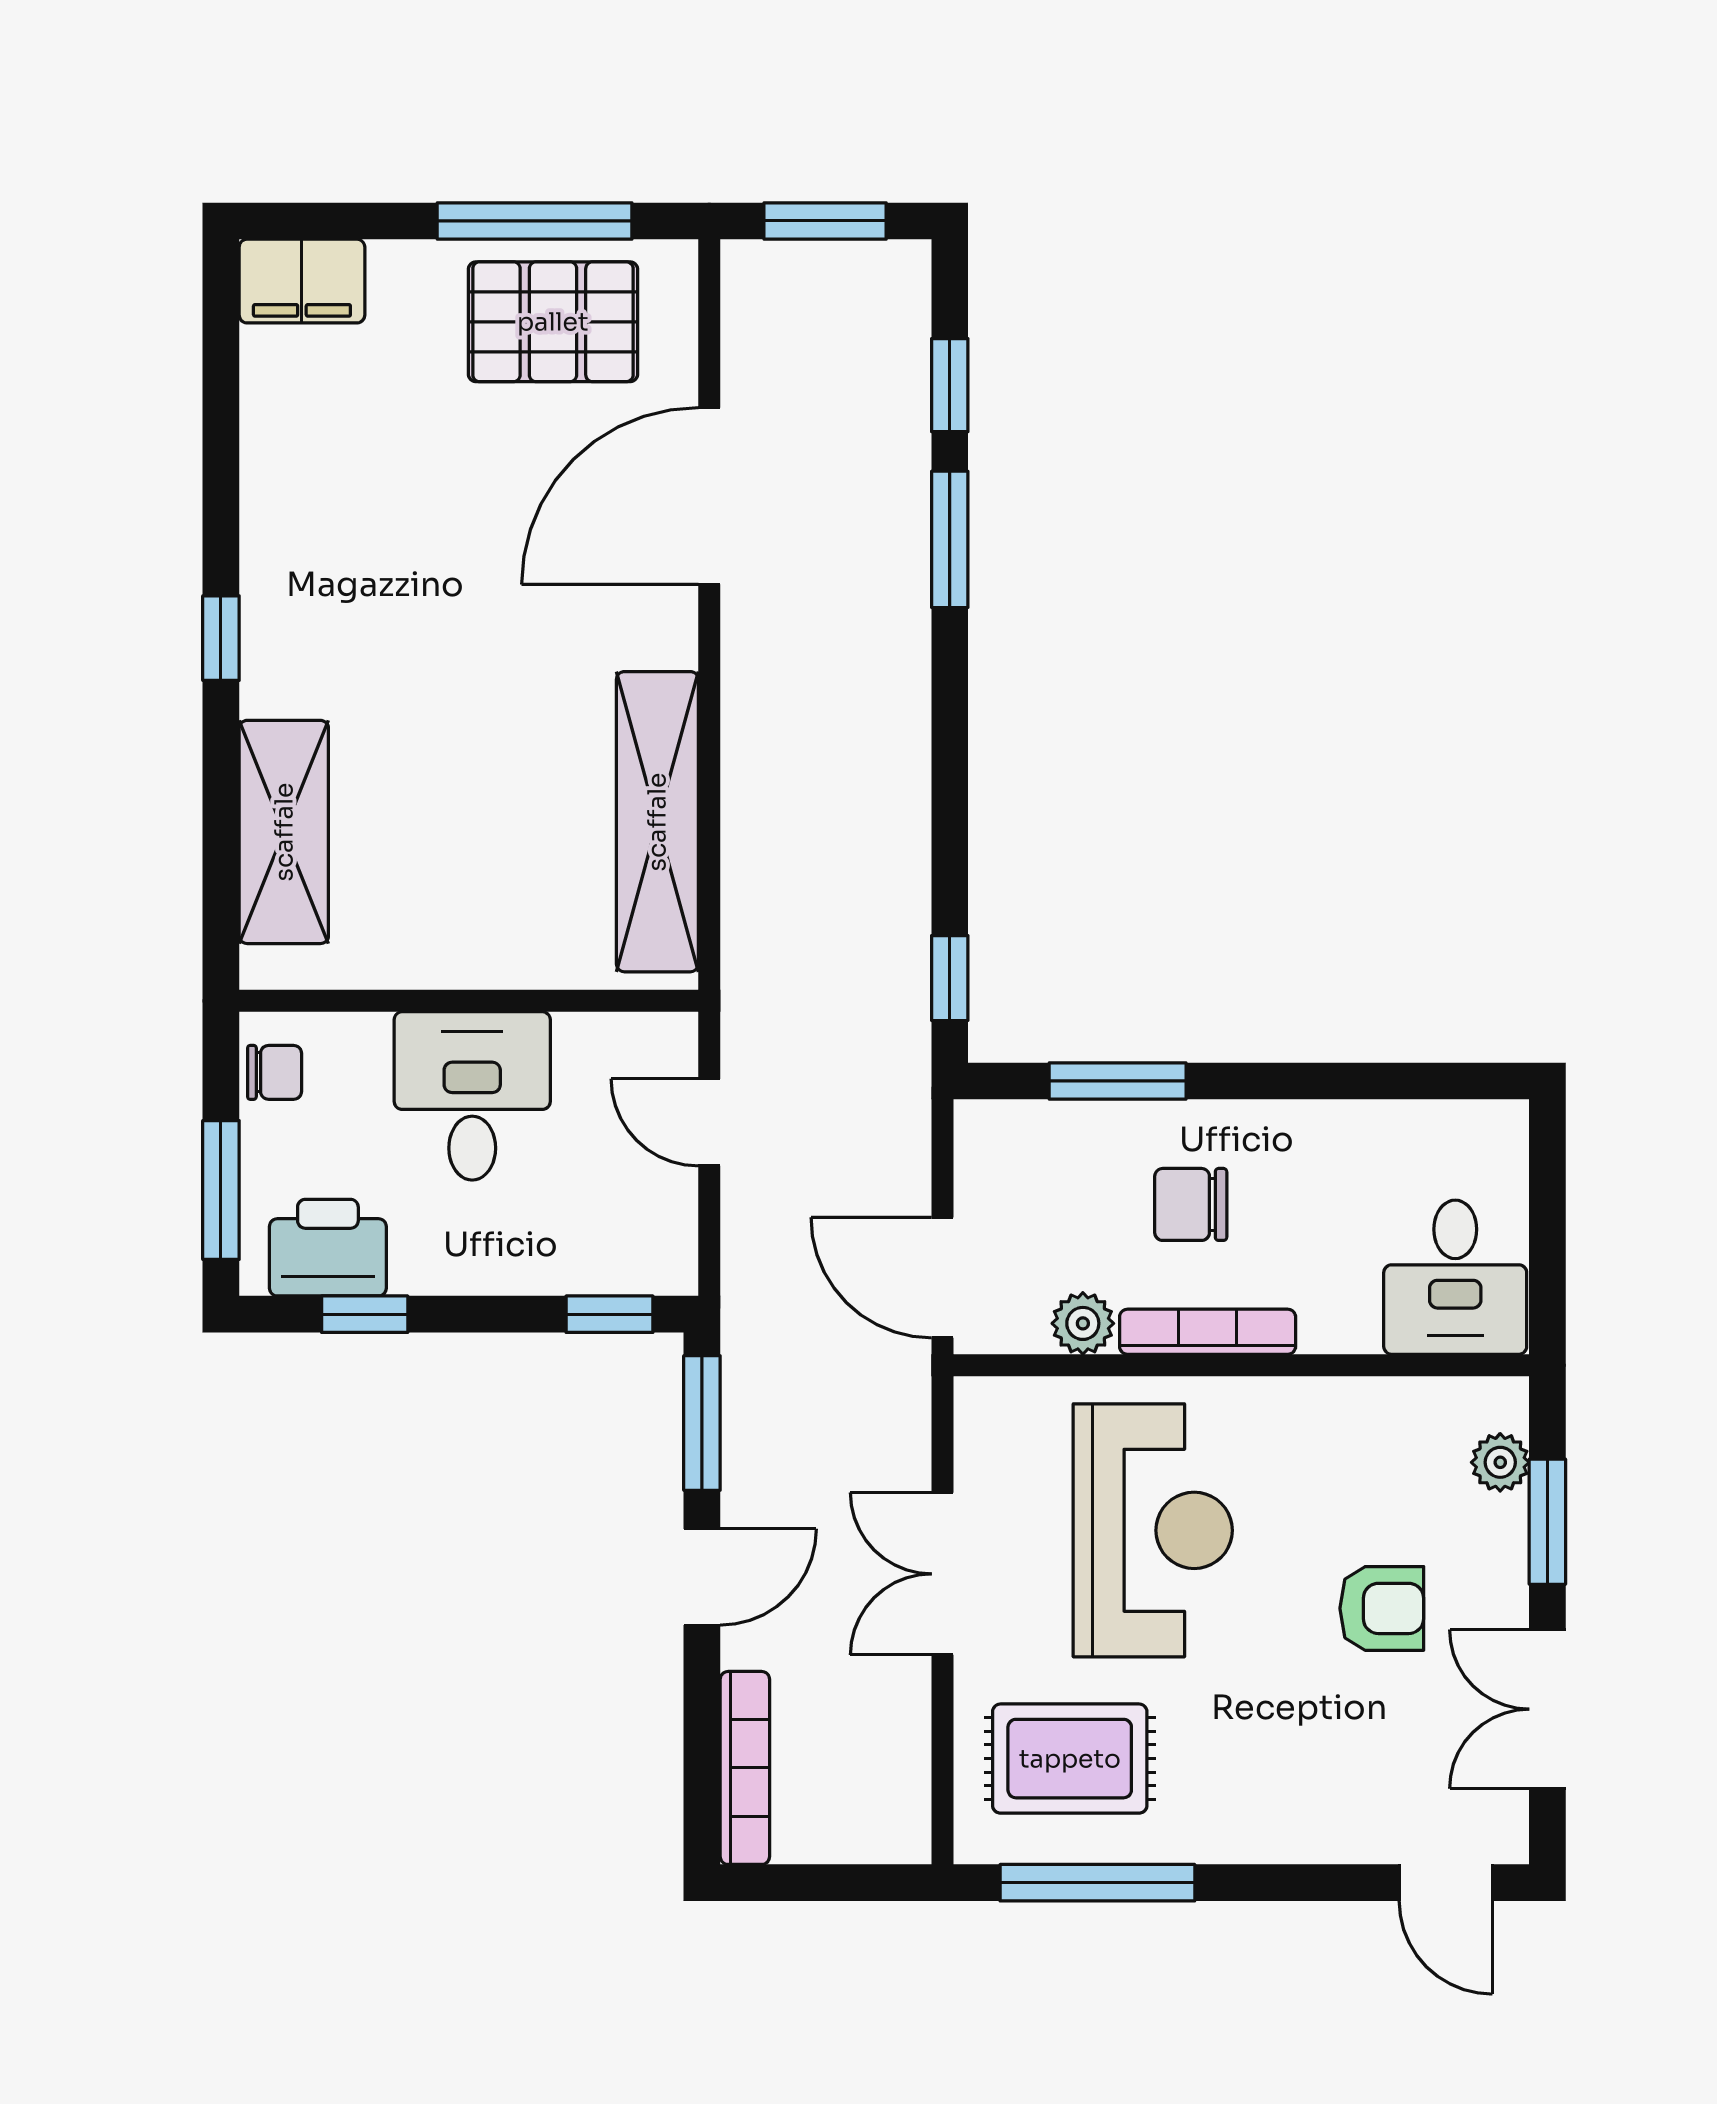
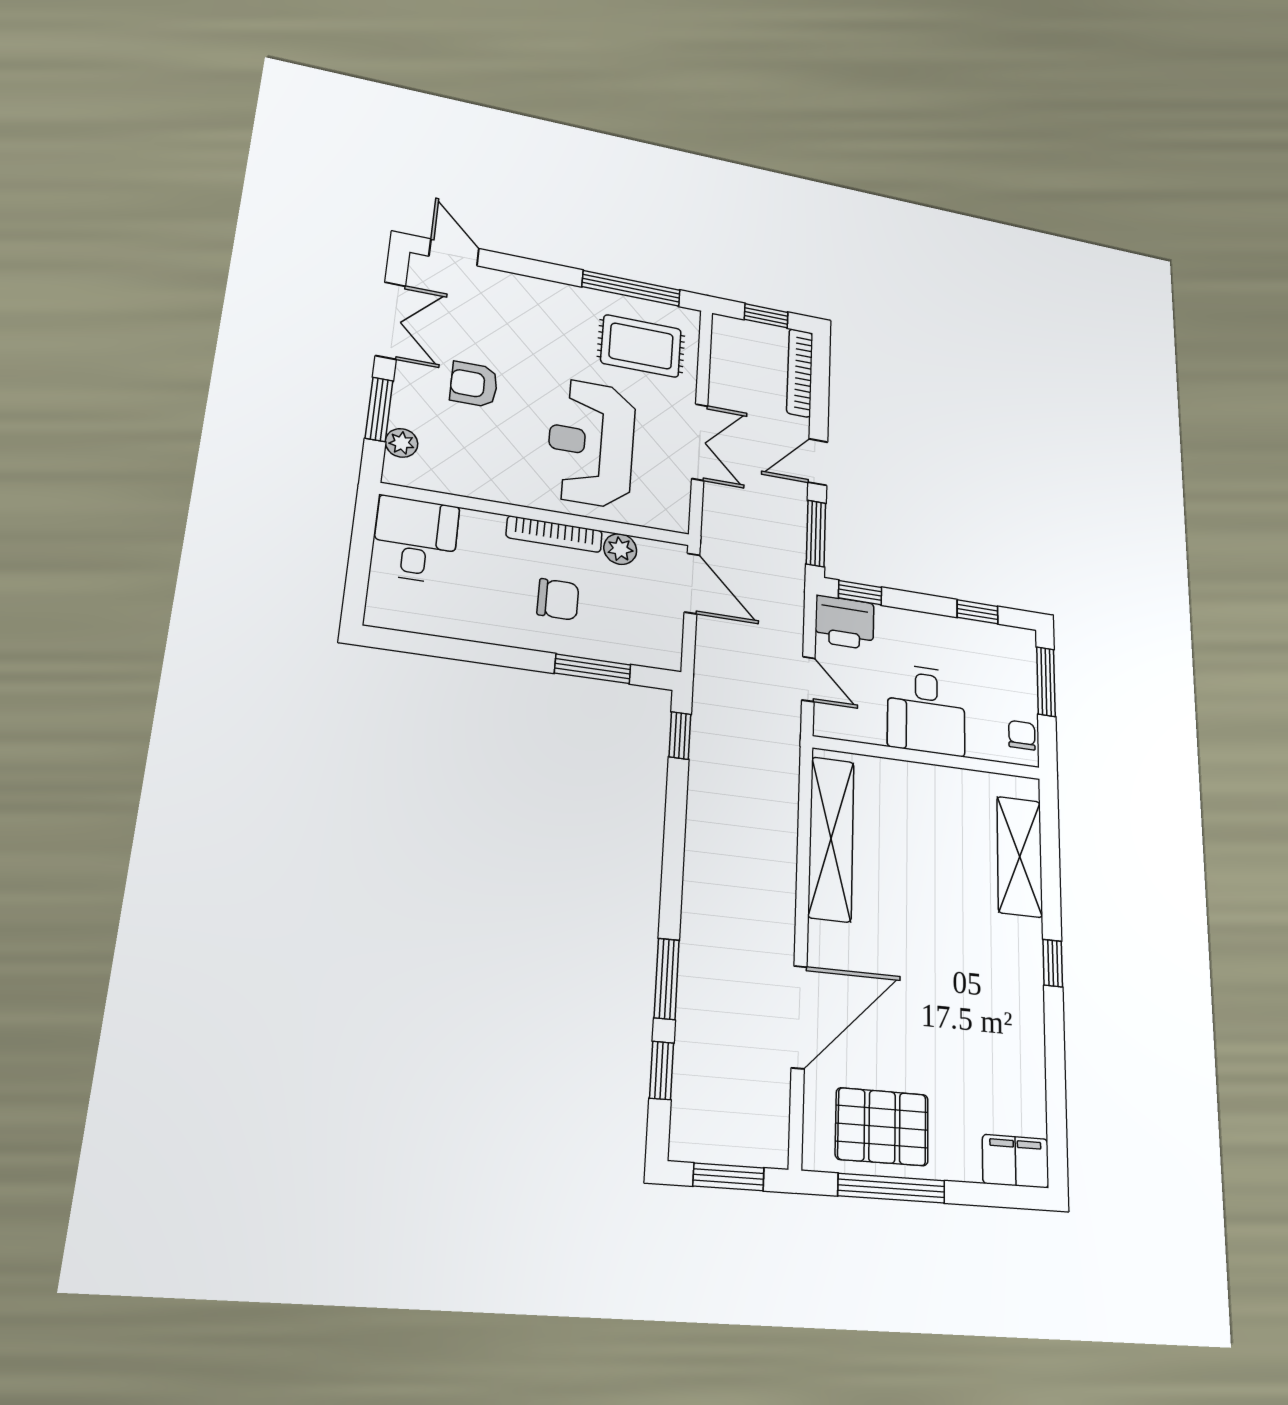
chair: (275, 1072) -> (1022, 735), turned 90
printer: (328, 1248) -> (845, 622), moved
window: (819, 1883) -> (766, 316), added

